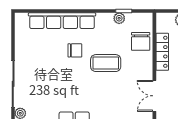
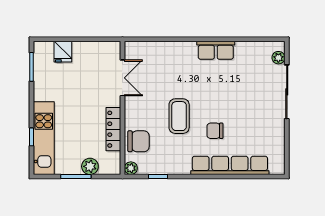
plant: (119, 18) -> (131, 168), moved
chair: (141, 41) -> (138, 141), turned 90
coffee table: (106, 63) -> (179, 116), turned 90

